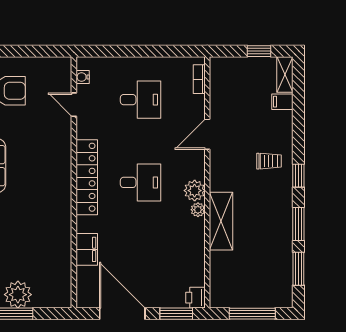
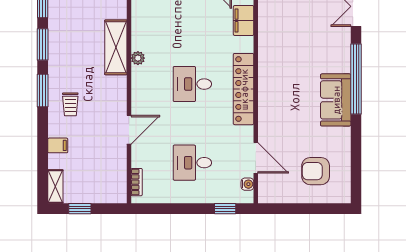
window: (106, 51) -> (225, 209), added
filing cabinet: (282, 102) -> (58, 145), moved
door: (74, 105) -> (256, 158), width x1.38
trolley: (269, 161) -> (70, 104), turned -90
window: (298, 176) -> (43, 90), width x1.50
plant: (195, 191) -> (141, 76), removed

